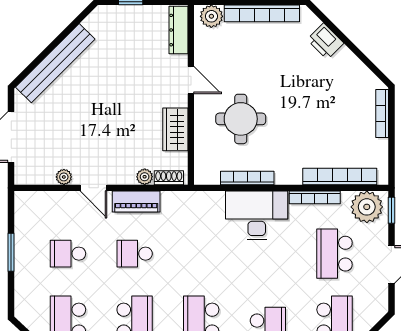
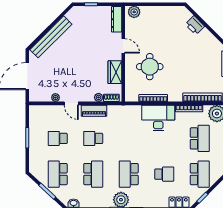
bookcase: (262, 13) -> (161, 10), removed
school desk: (335, 254) -> (200, 138), turned 180

